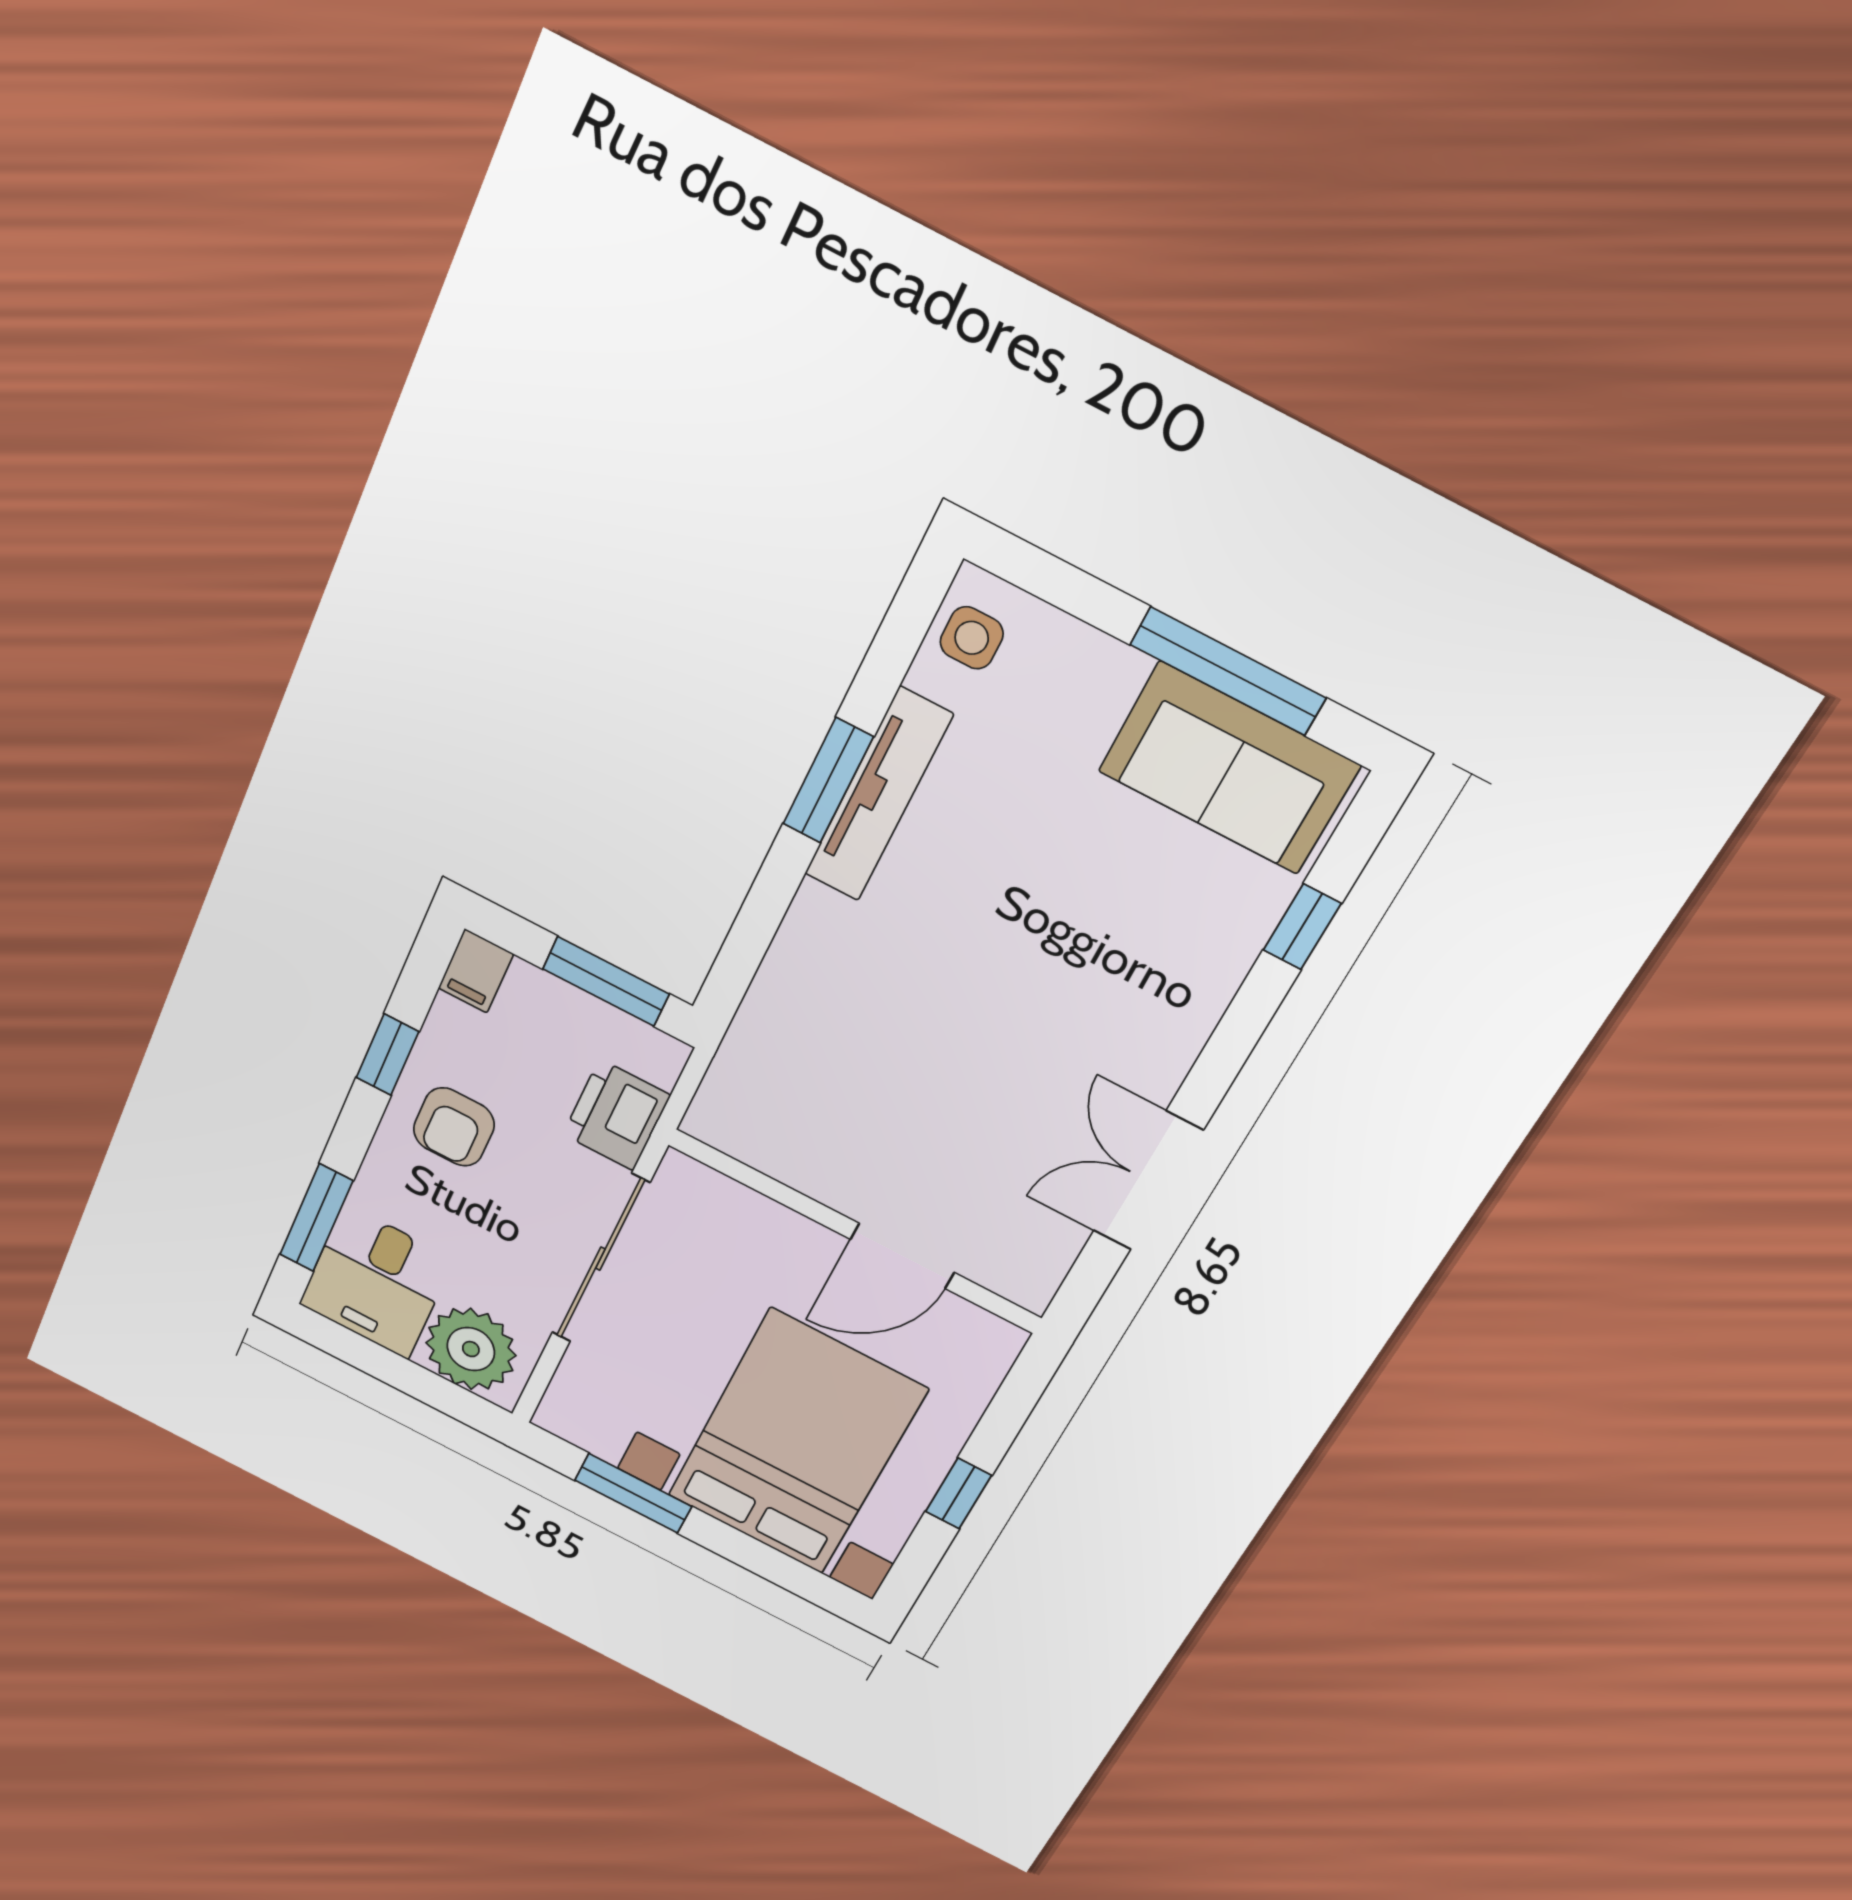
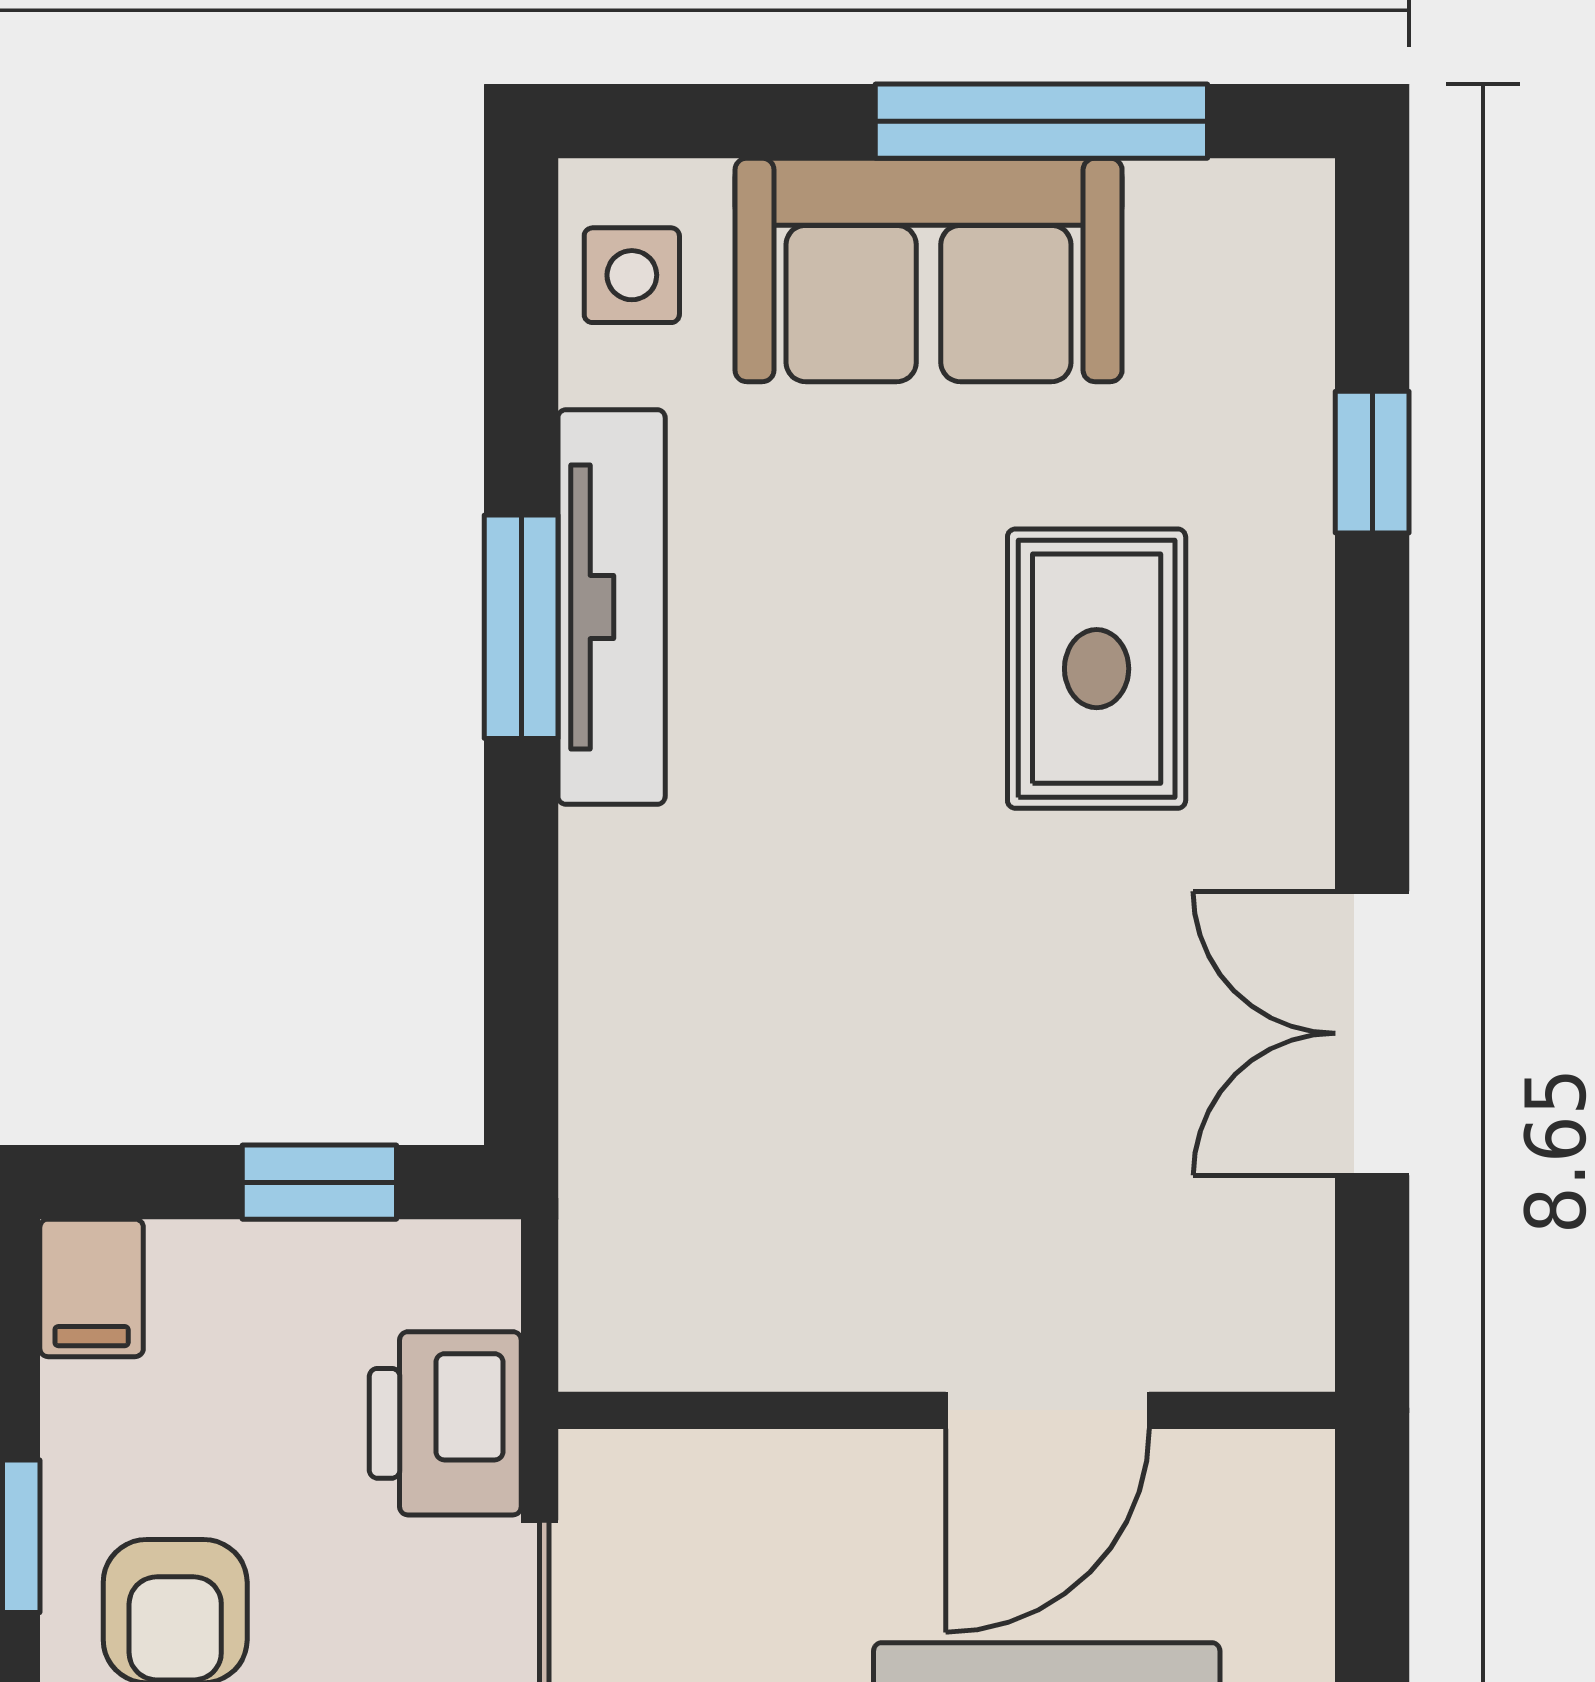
sofa: (1229, 768) -> (929, 270), moved
rug: (1107, 950) -> (1097, 669), added
window: (606, 981) -> (319, 1182), width x0.67

